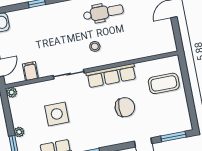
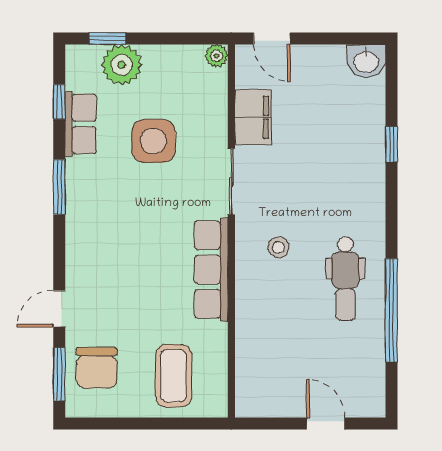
filing cabinet: (30, 71) -> (253, 117), width x2.00
chair: (125, 107) -> (97, 368), moved
plant: (19, 132) -> (122, 65), width x1.88, depth x1.88

